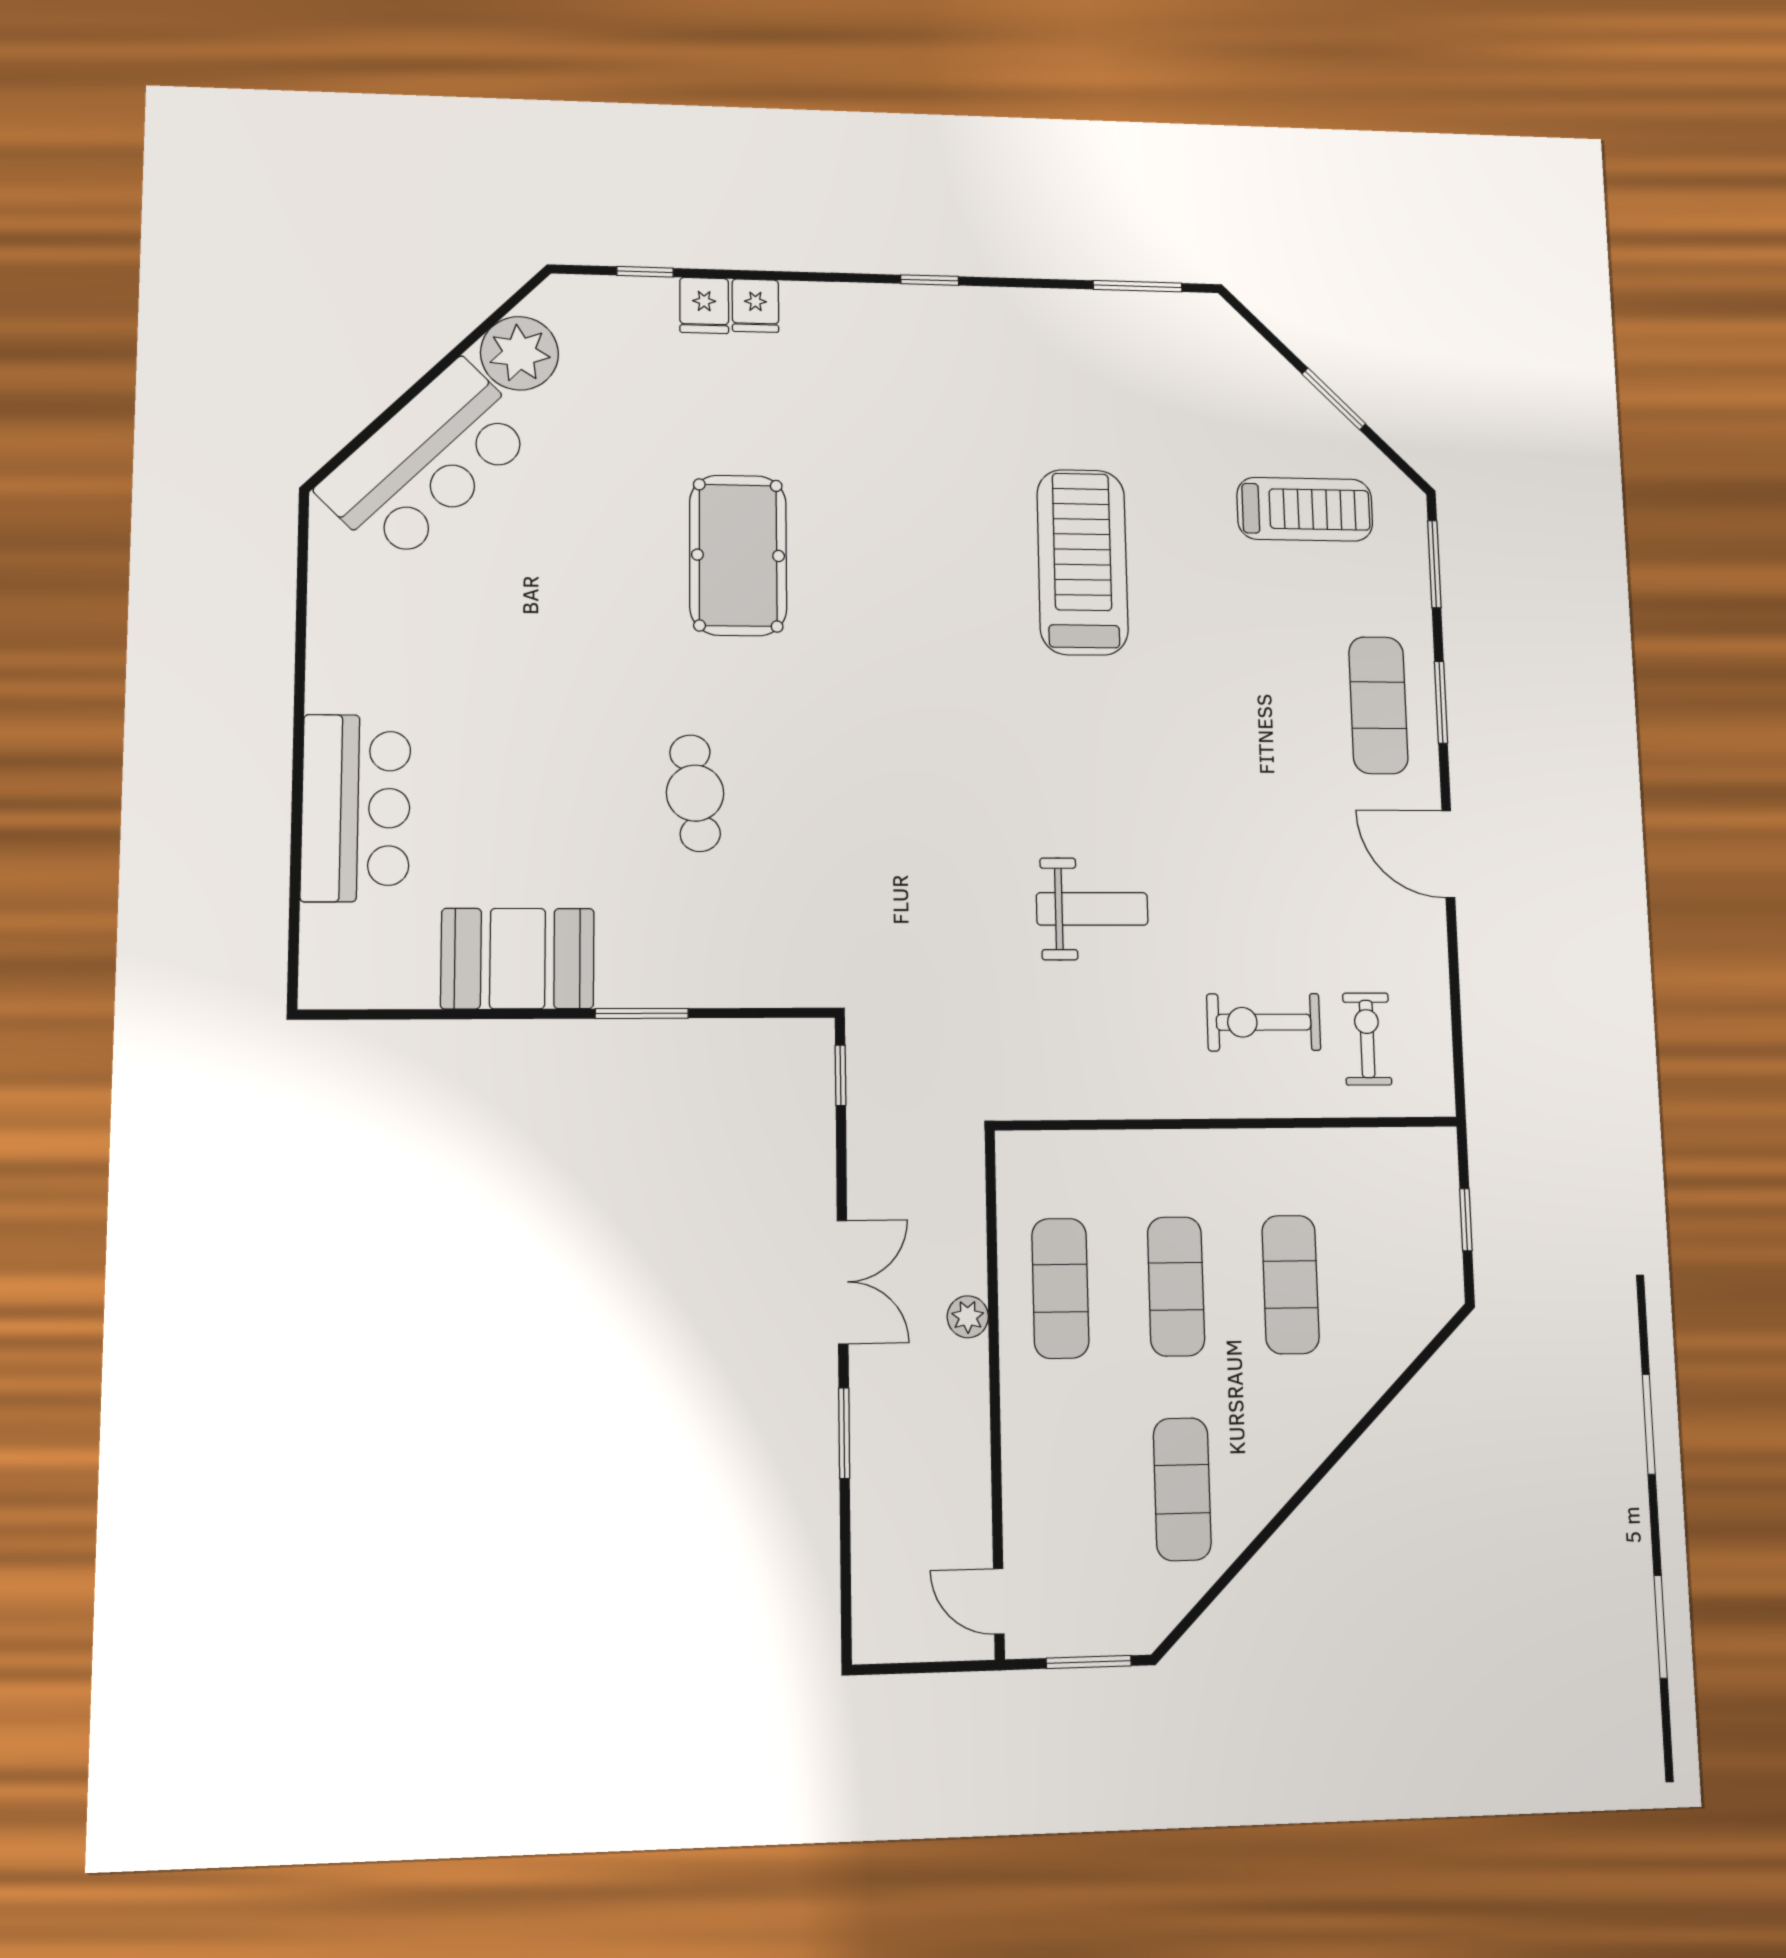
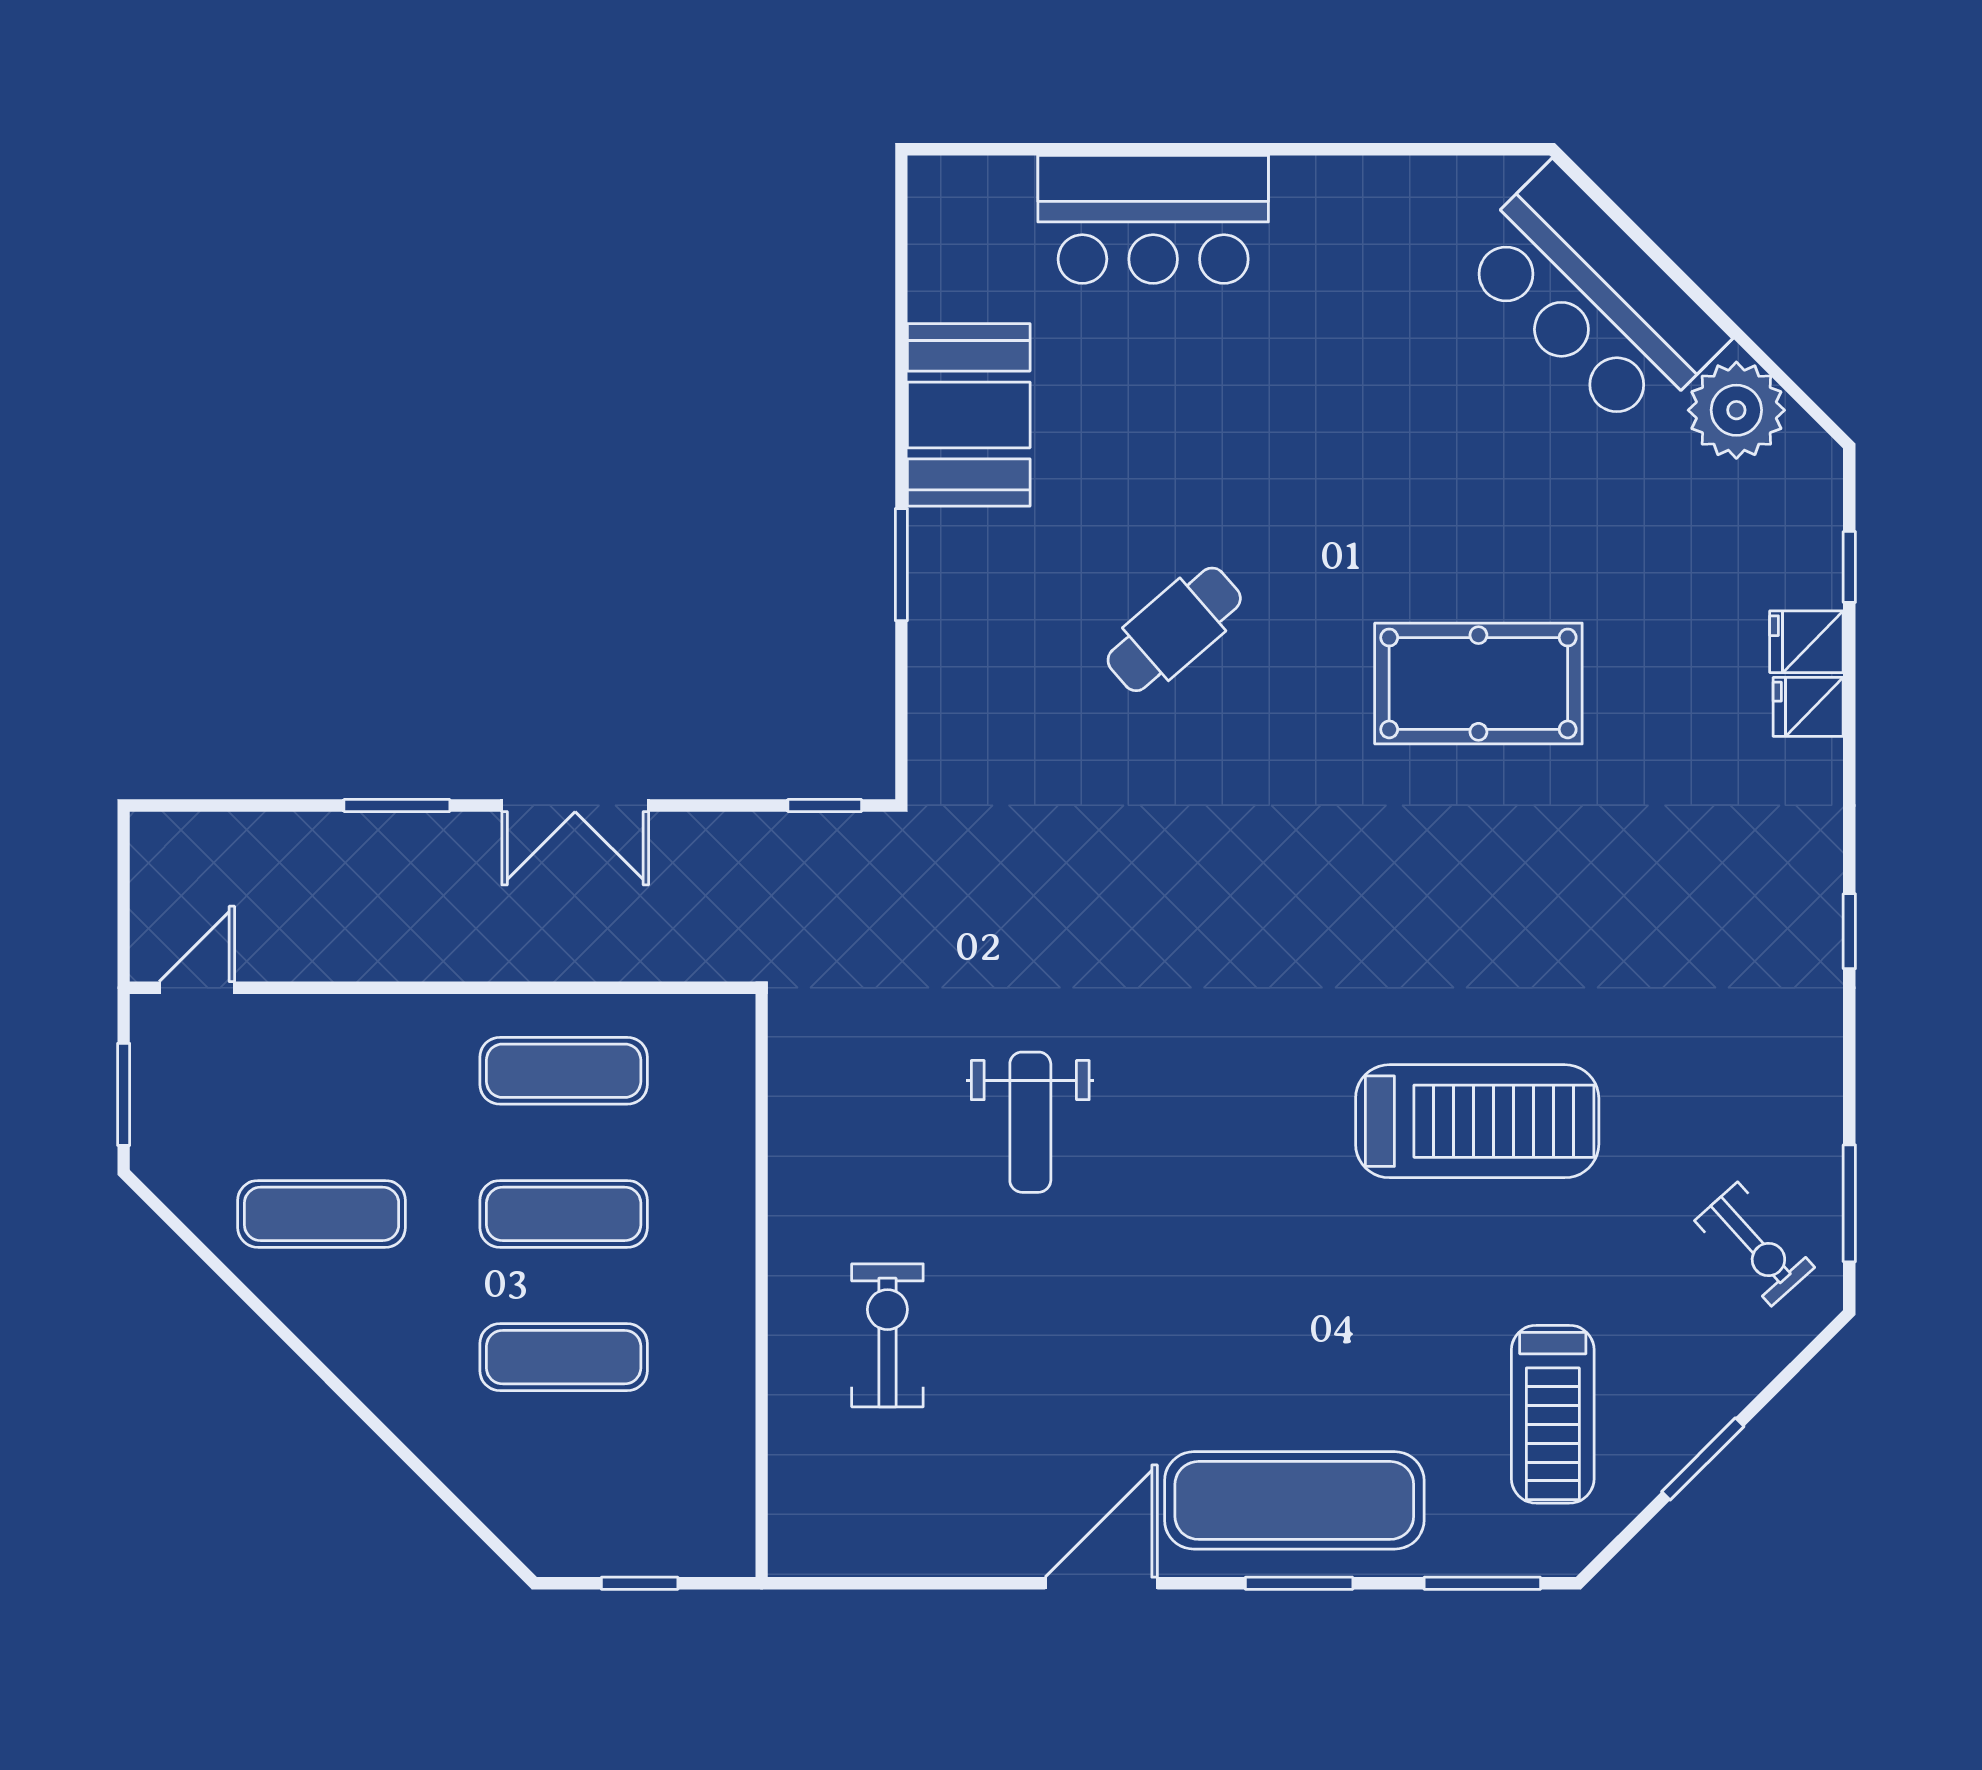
exercise mat: (1378, 705) -> (1294, 1500), width x1.36, depth x1.45
cafe table: (695, 793) -> (1174, 629), turned -34
exercise bike: (1367, 1039) -> (1755, 1244), moved, turned 48
plant: (968, 1317) -> (531, 957), removed

